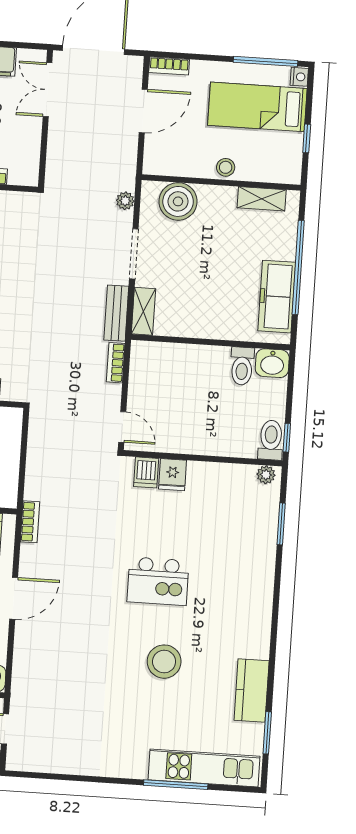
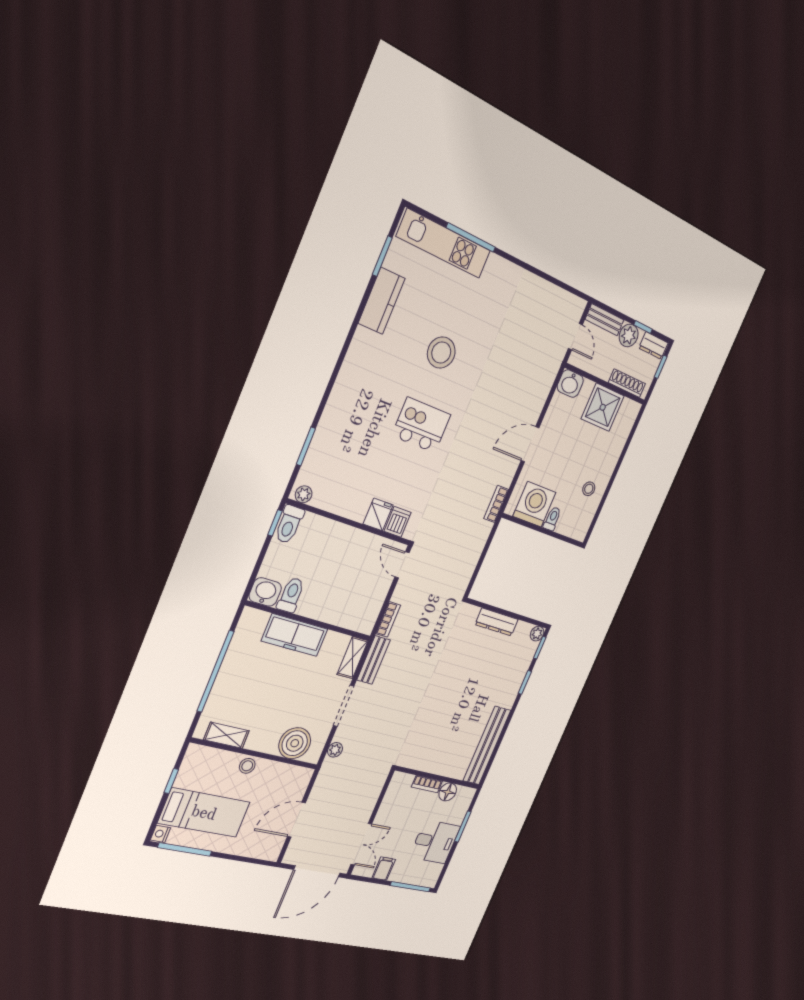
bookcase: (169, 66) -> (264, 853), removed
freezer: (277, 297) -> (295, 635), moved, turned 90

